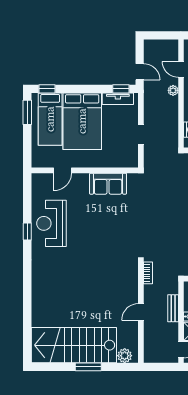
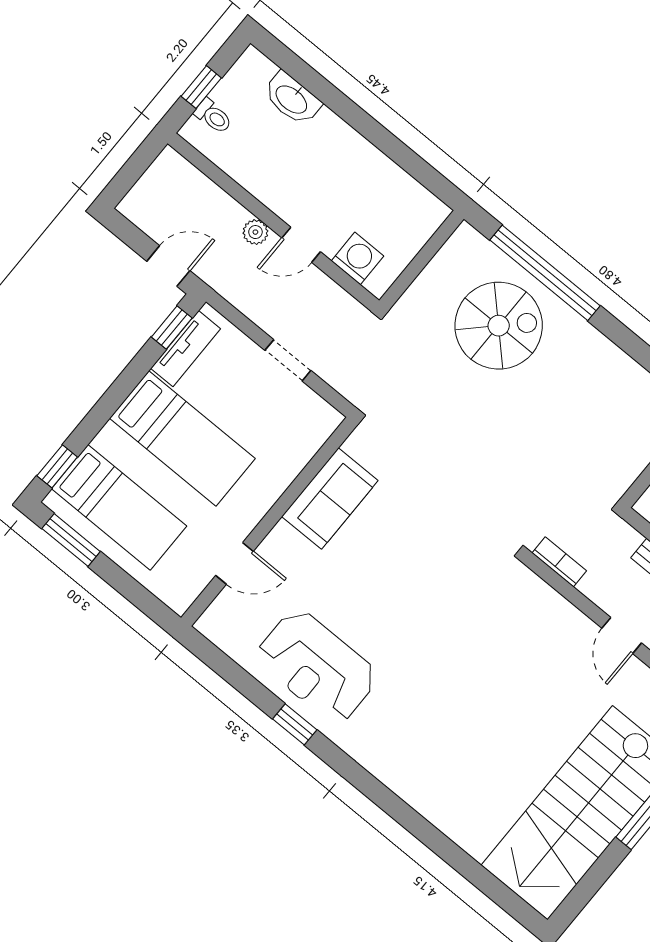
door: (181, 69) -> (301, 245), moved
bed: (82, 121) -> (182, 438), width x0.67
door: (63, 170) -> (234, 563), hinge flipped

